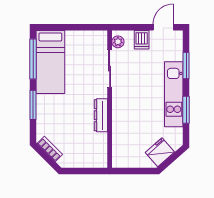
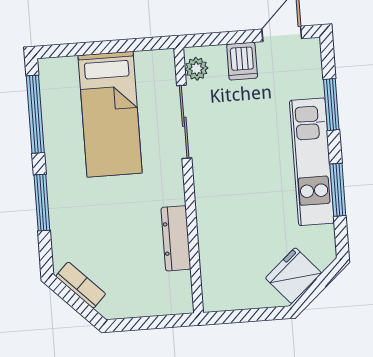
bed: (50, 62) -> (110, 114), moved
dresser: (101, 115) -> (176, 238), moved

